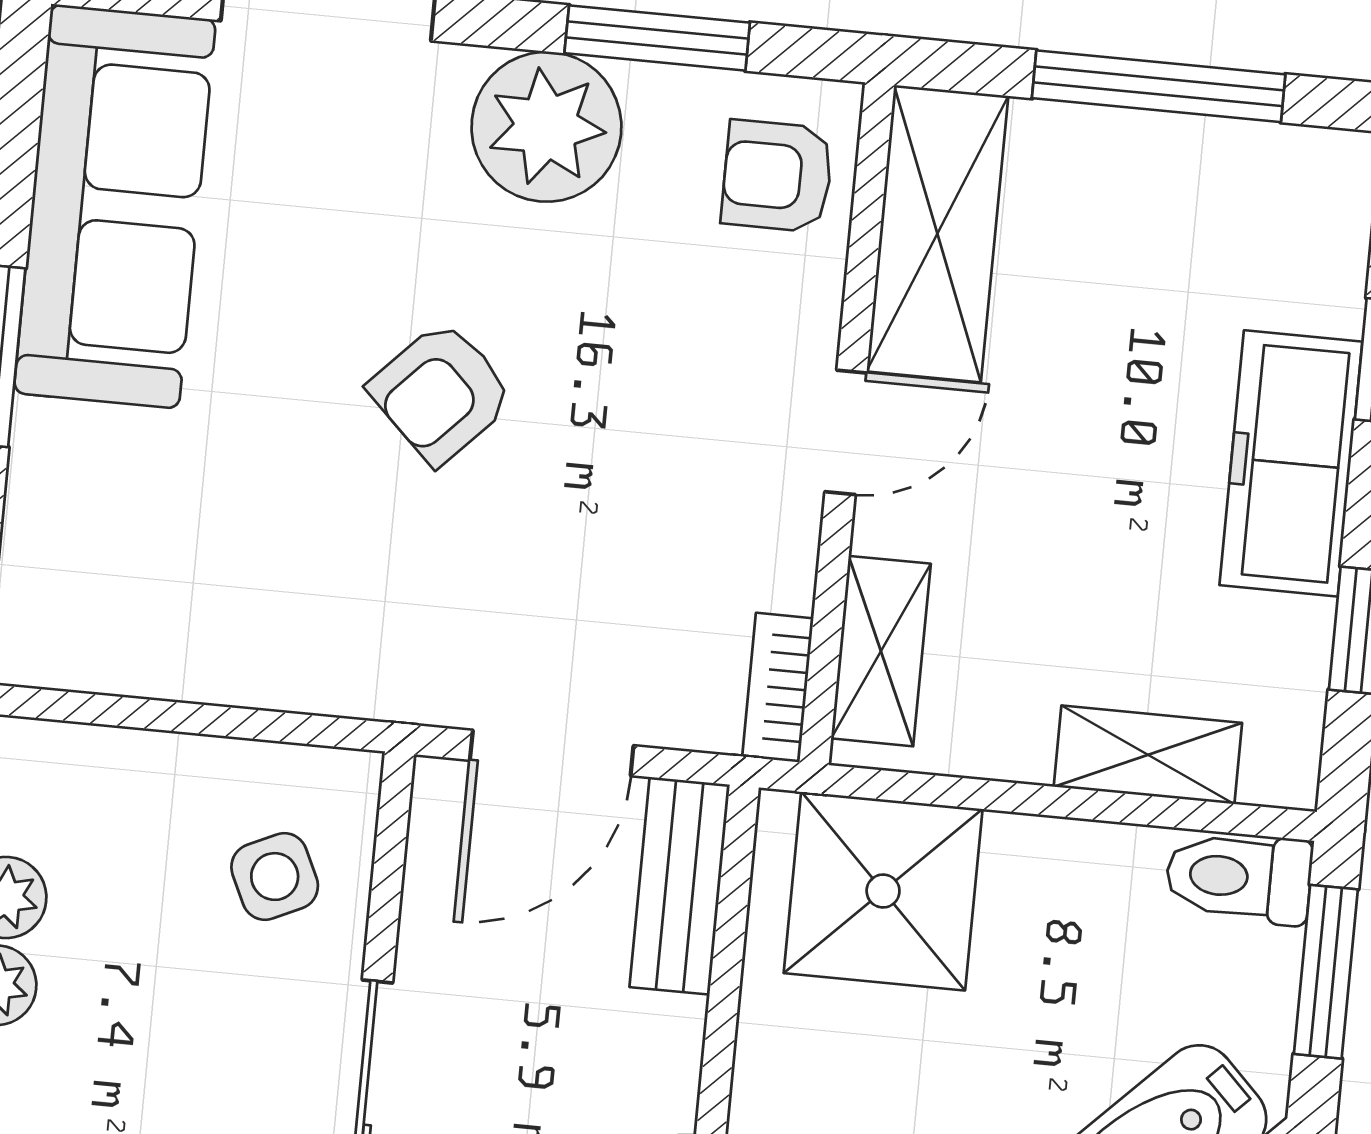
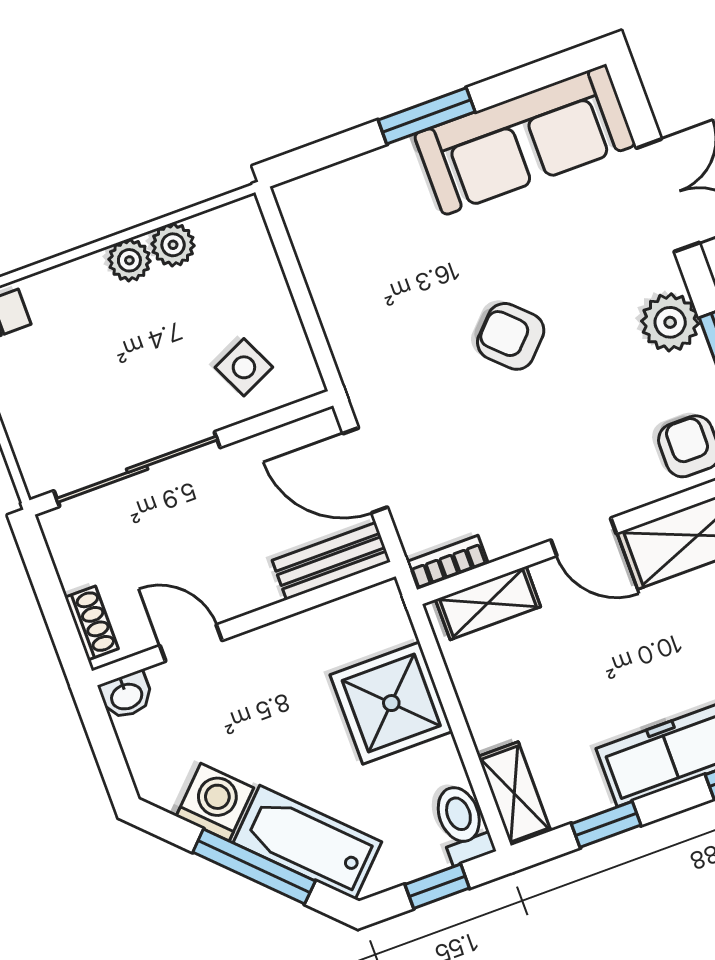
plant: (546, 127) -> (670, 322), width x0.73, depth x0.73
shelving: (1148, 755) -> (514, 794), moved
shower: (883, 891) -> (391, 703), moved
window: (1326, 972) -> (437, 886), width x0.67

